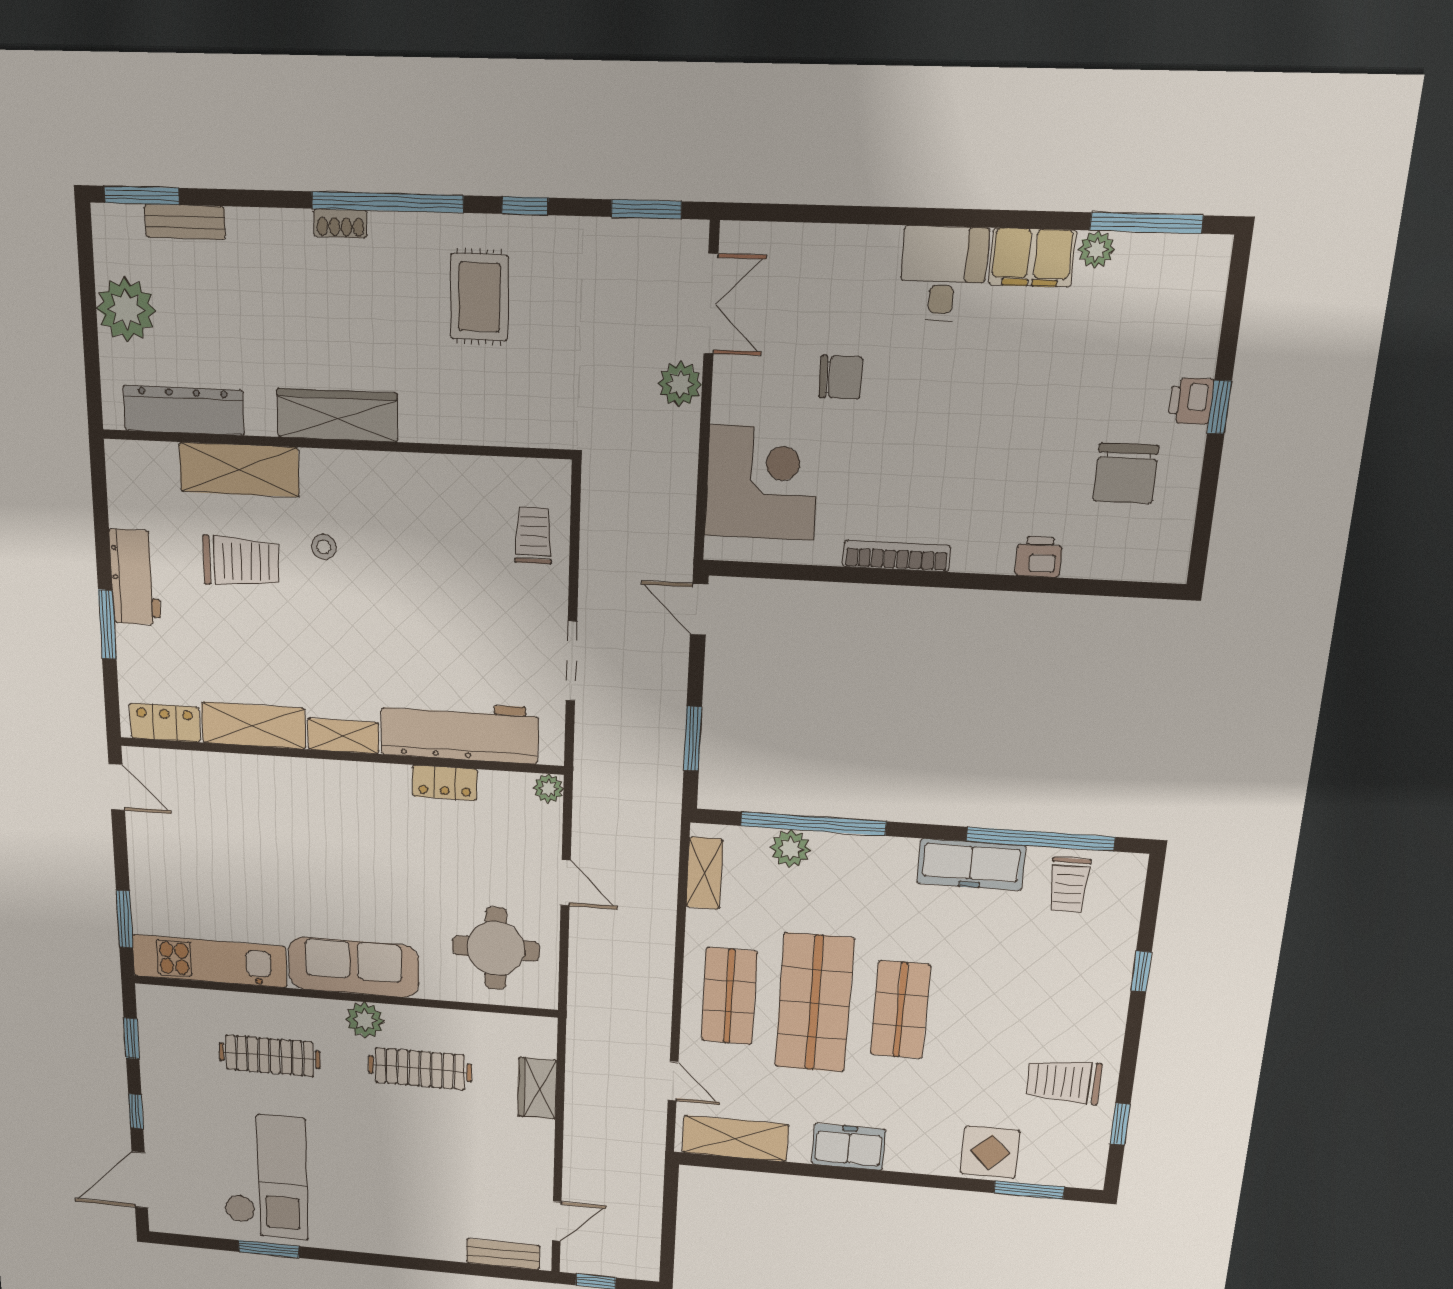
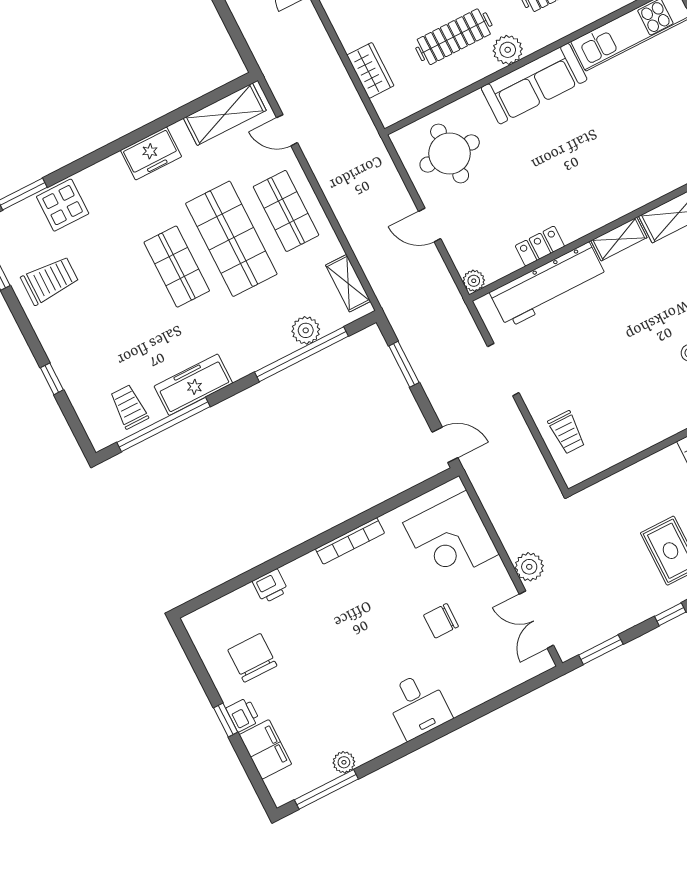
filing cabinet: (1032, 258) -> (265, 749), moved, turned 90

